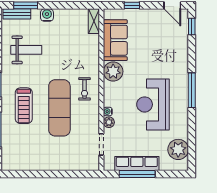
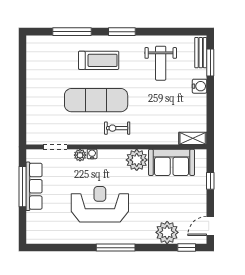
treadmill: (24, 106) -> (99, 60), turned 180
plant: (178, 149) -> (167, 232), moved

